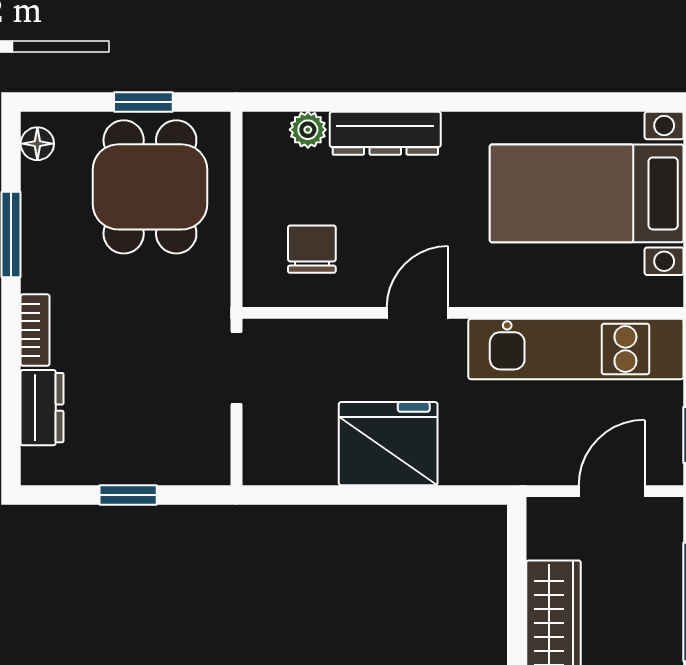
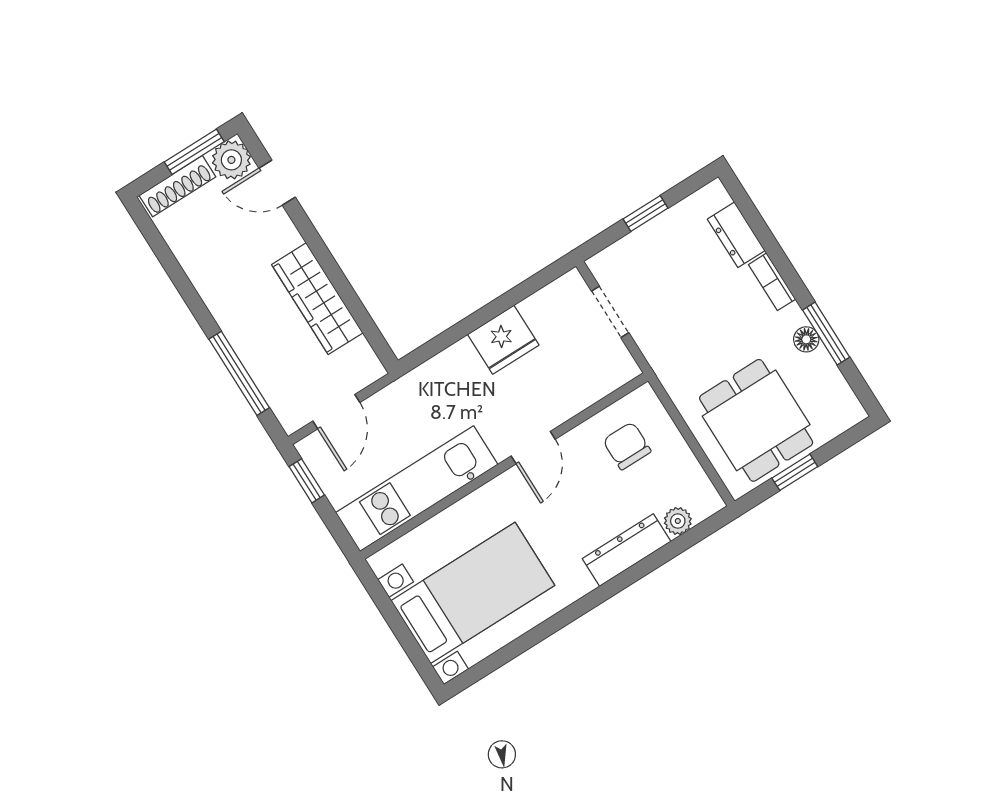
floor lamp: (37, 144) -> (806, 339), moved
chair: (312, 249) -> (627, 446), turned 180
doorway: (236, 368) -> (610, 312), moved
fridge: (388, 444) -> (503, 340), width x0.73, depth x0.75

